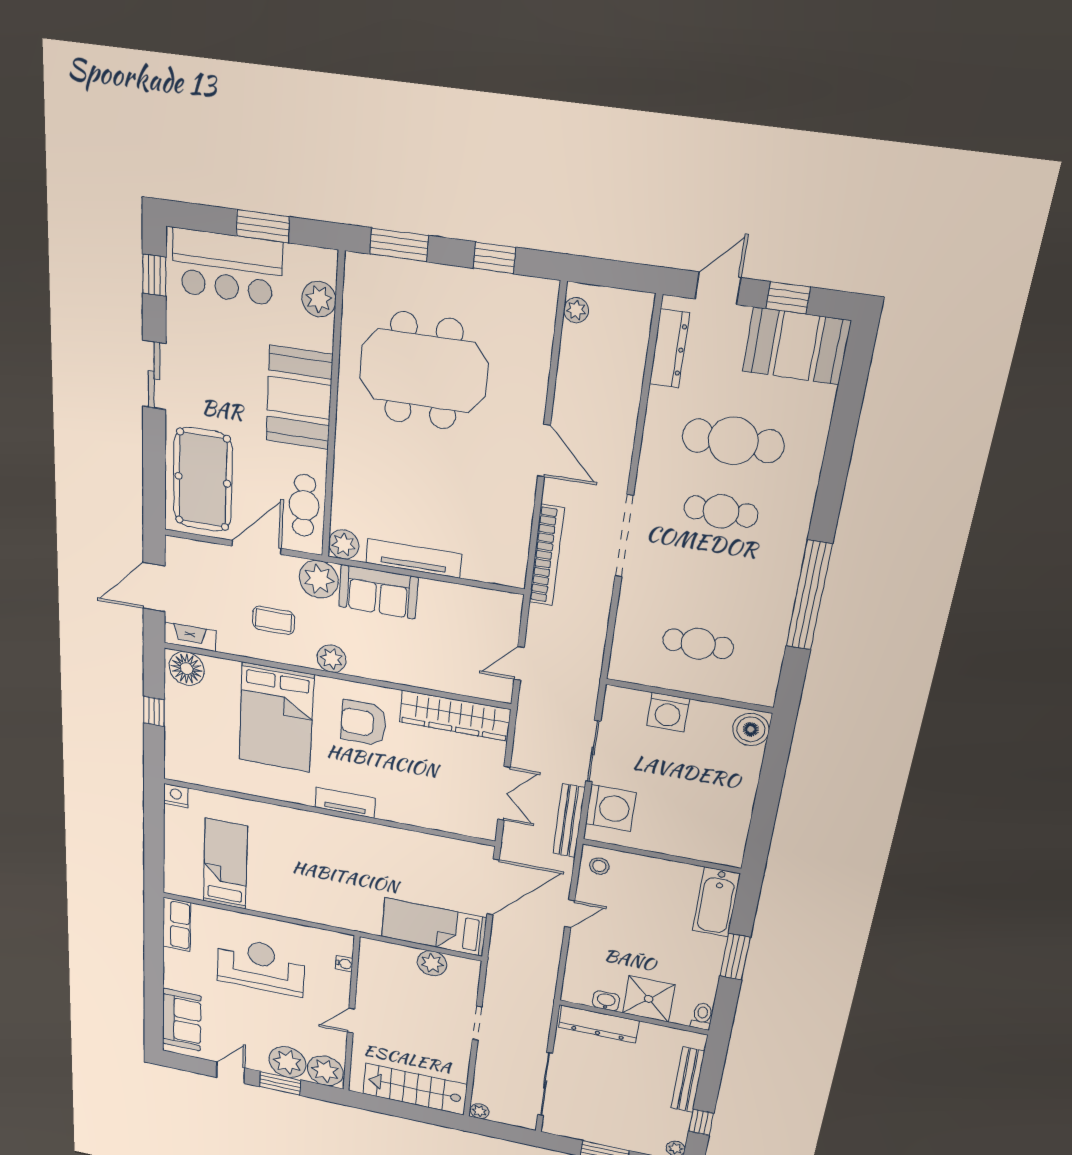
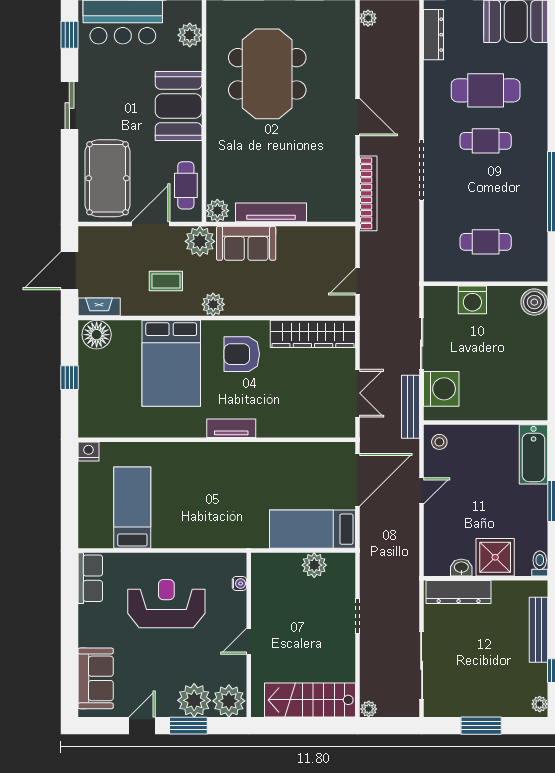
meeting table: (423, 371) -> (267, 74), turned 90

